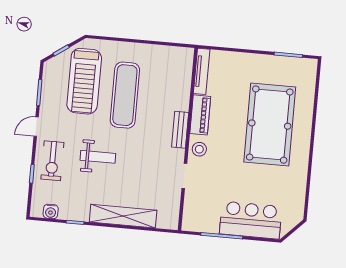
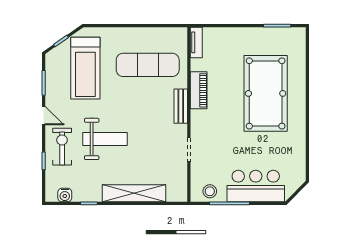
tv unit: (202, 71) -> (196, 42), width x0.71
exercise mat: (125, 95) -> (148, 65), moved, turned 90
door: (36, 127) -> (44, 116), swing flipped
stool: (199, 149) -> (210, 191), moved
weight bench: (98, 157) -> (105, 139), width x1.36, depth x1.33
exercise bike: (52, 161) -> (62, 147), turned 180

